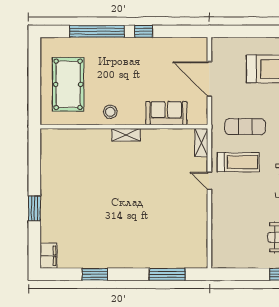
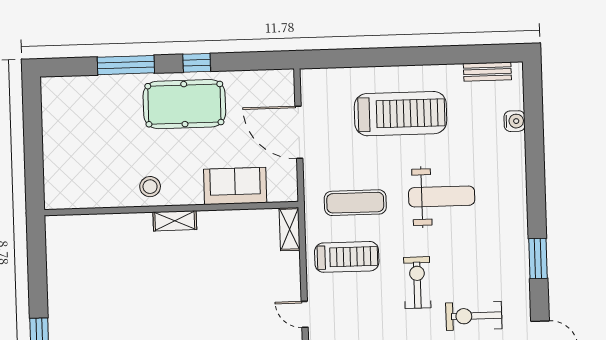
window: (97, 31) -> (126, 65), width x0.68
pool table: (68, 84) -> (184, 104), moved, turned 90
door: (209, 181) -> (305, 314), moved

